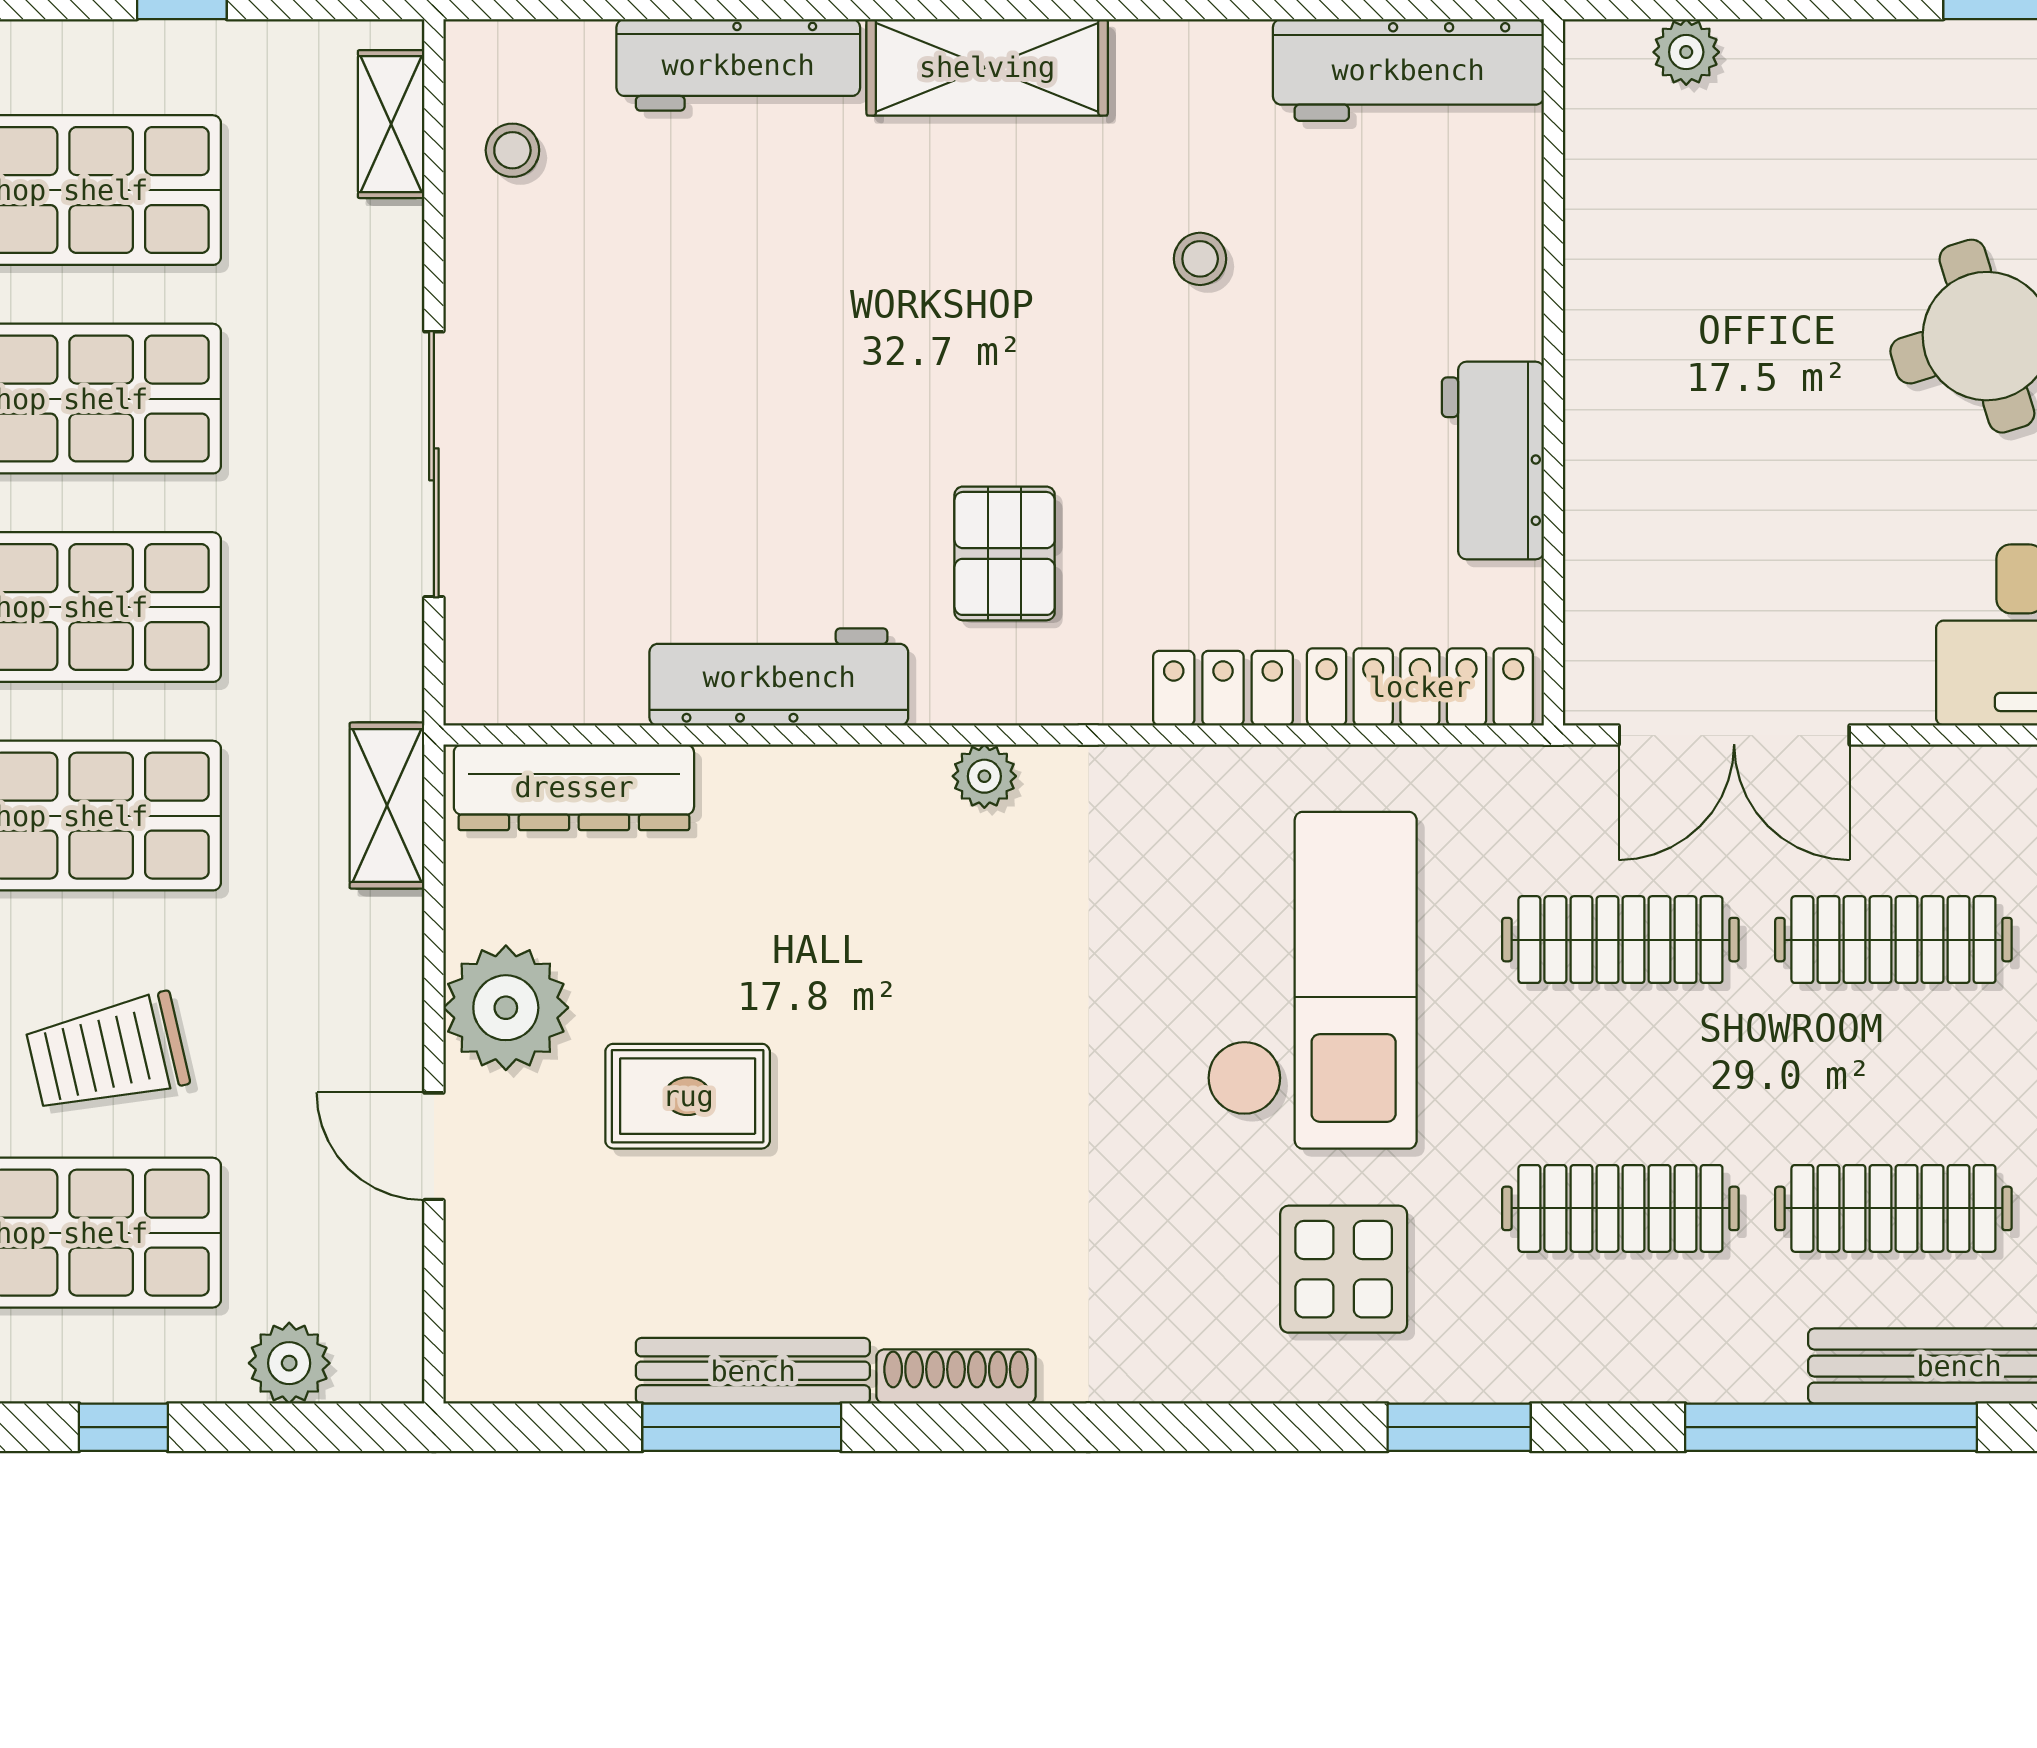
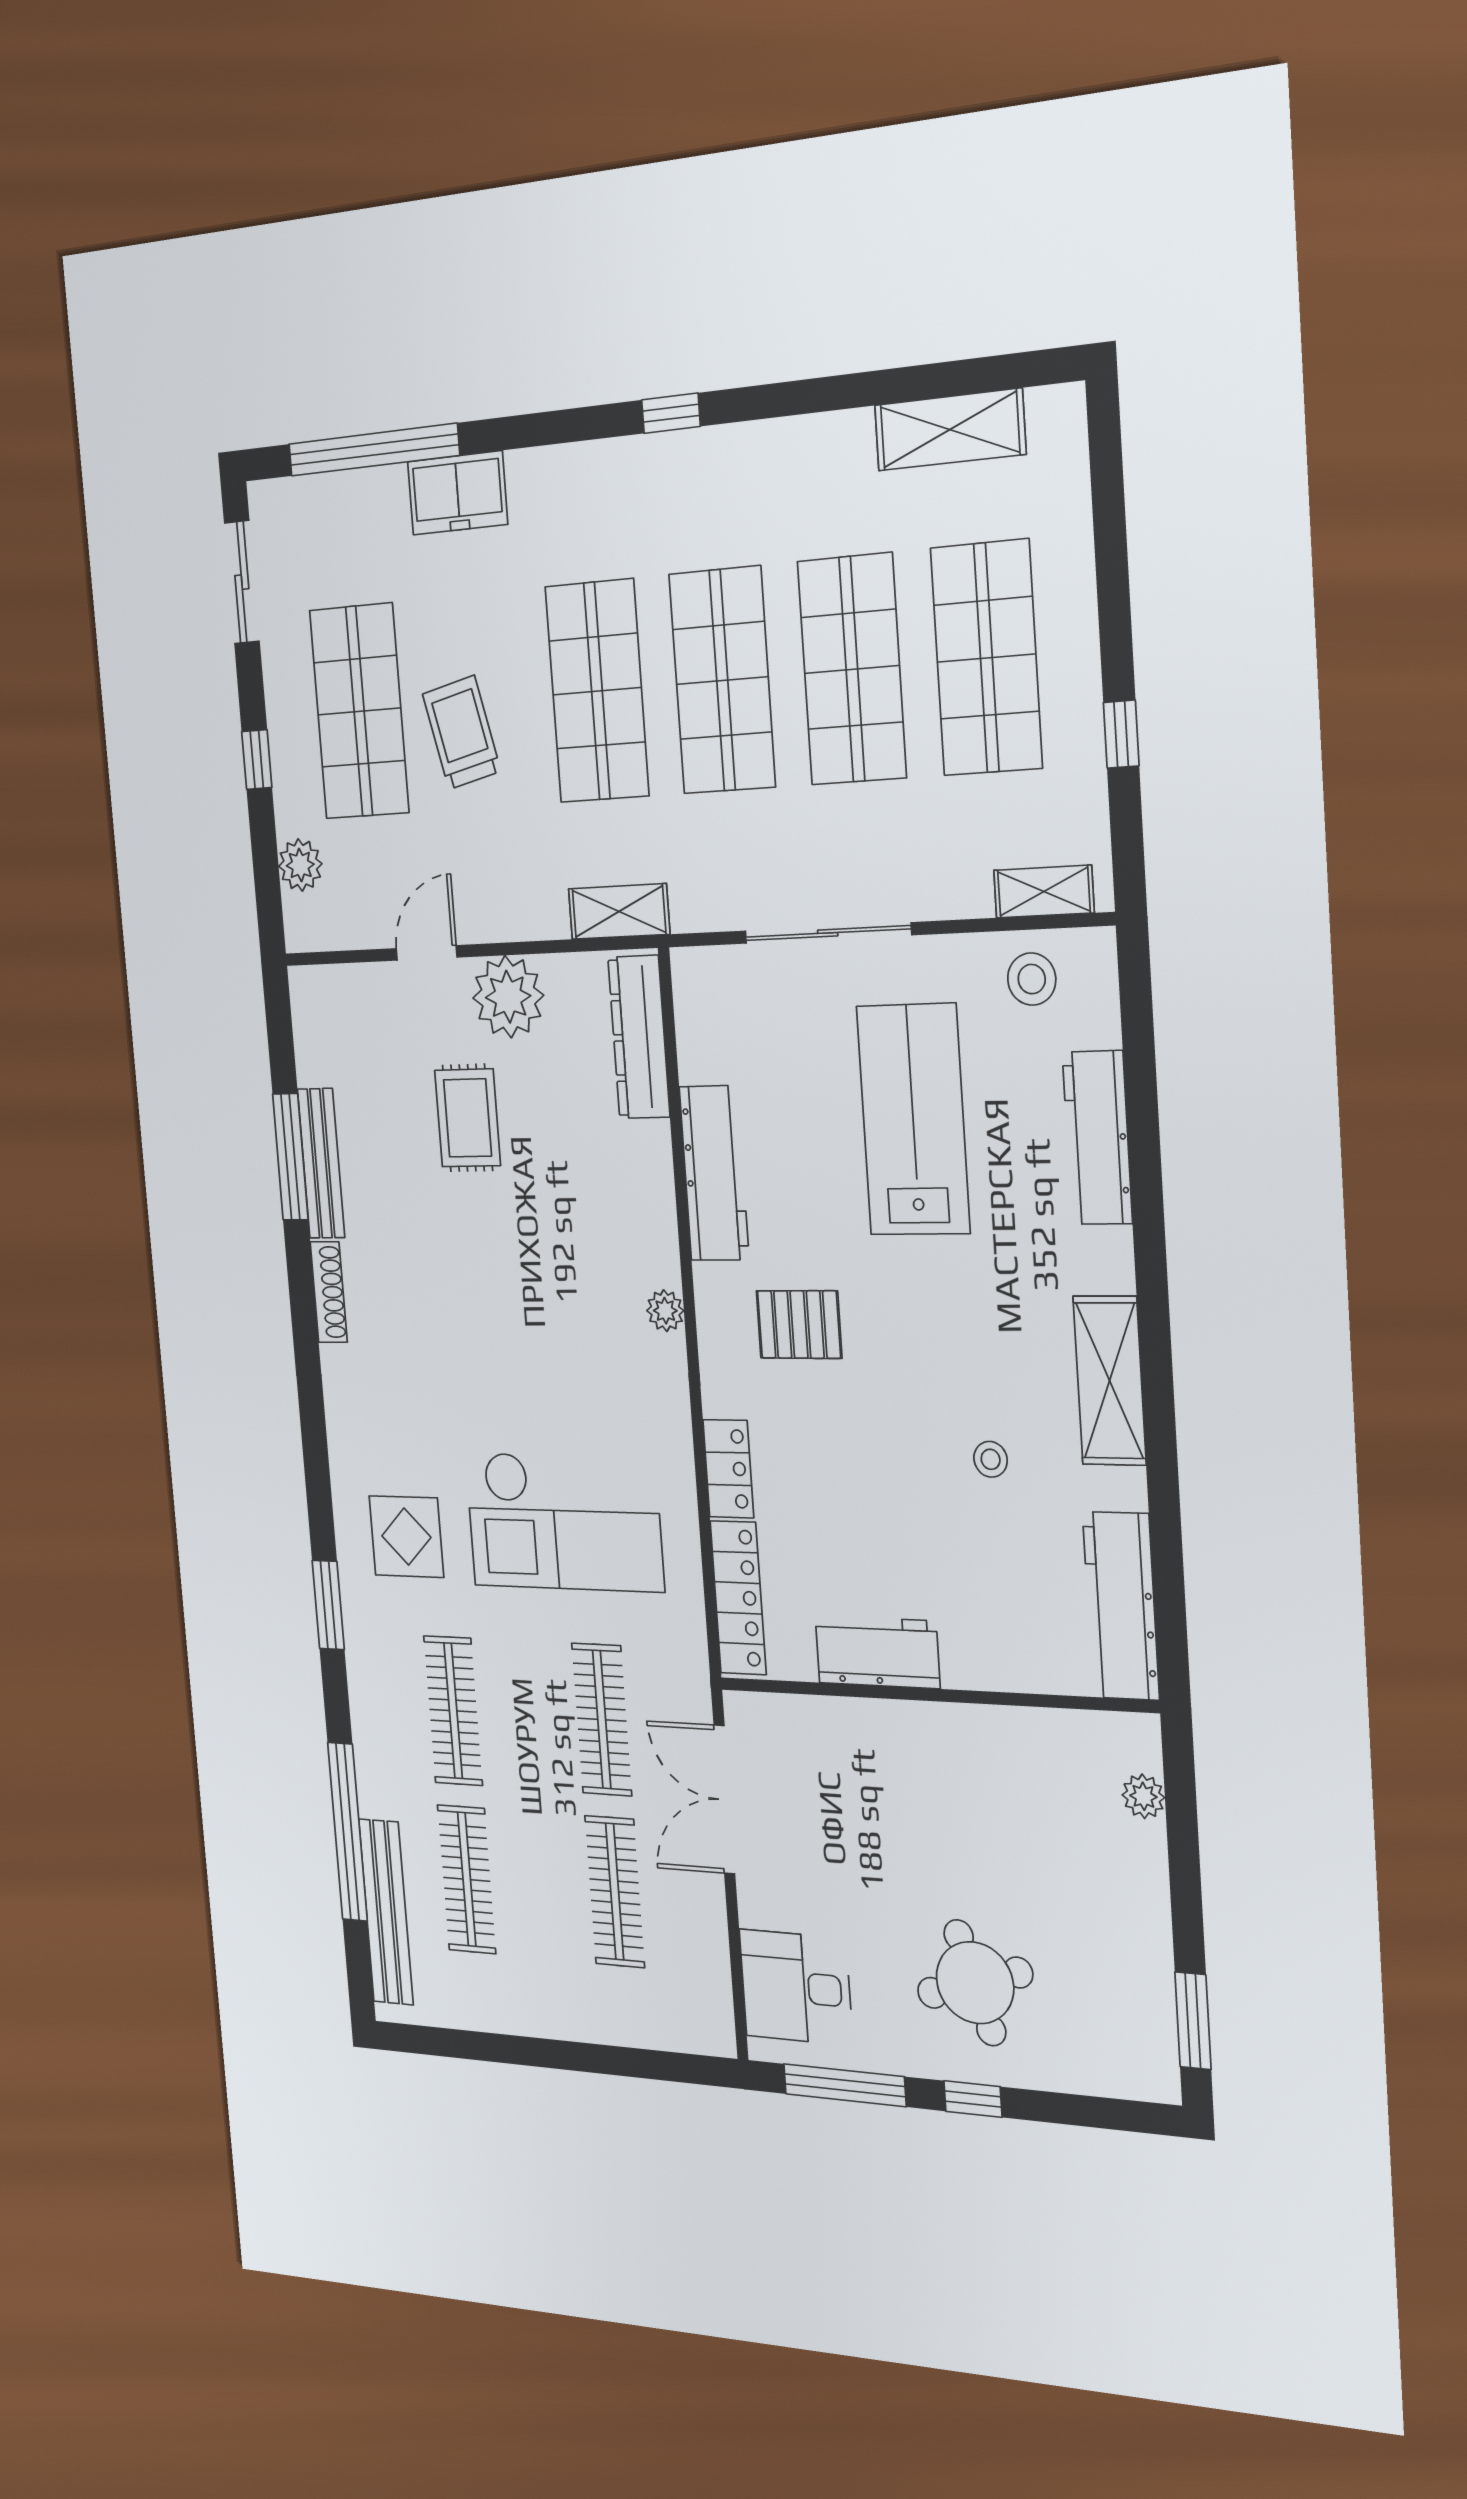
shelving: (987, 67) -> (1110, 1381), moved
stool: (512, 150) -> (1032, 979), width x1.37, depth x1.37
lab bench: (707, 347) -> (913, 1120), added

